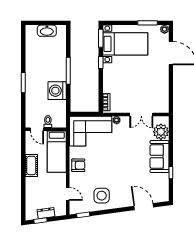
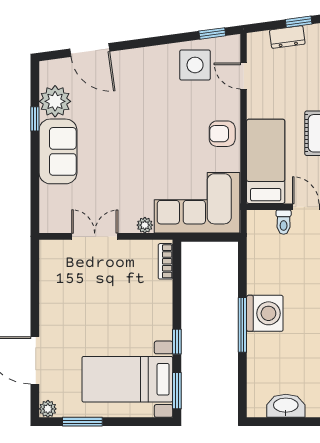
washing machine: (57, 91) -> (265, 313), moved
plant: (161, 132) -> (55, 101), moved
side table: (102, 196) -> (195, 65), moved

